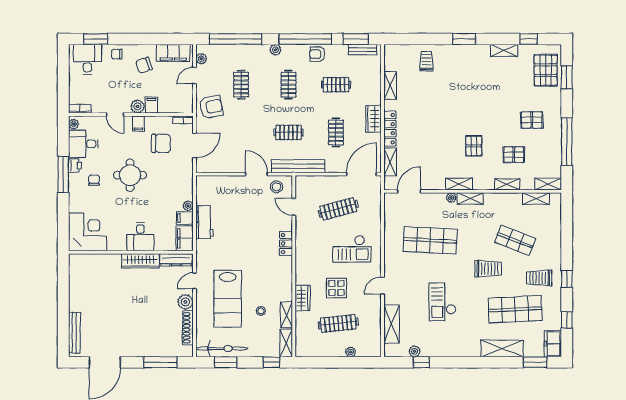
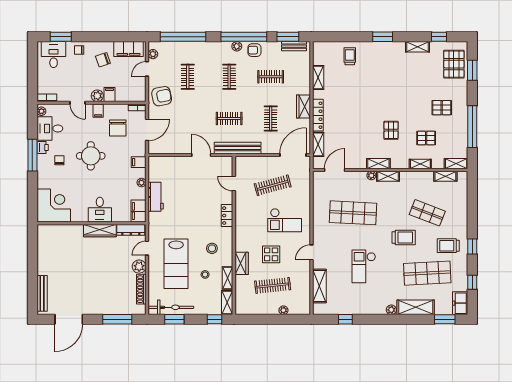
plant: (275, 50) -> (237, 46), moved
chair: (161, 143) -> (118, 128), turned 90
stool: (276, 187) -> (212, 248), moved
filing cabinet: (185, 218) -> (139, 162), moved
plant: (415, 351) -> (391, 310), moved

